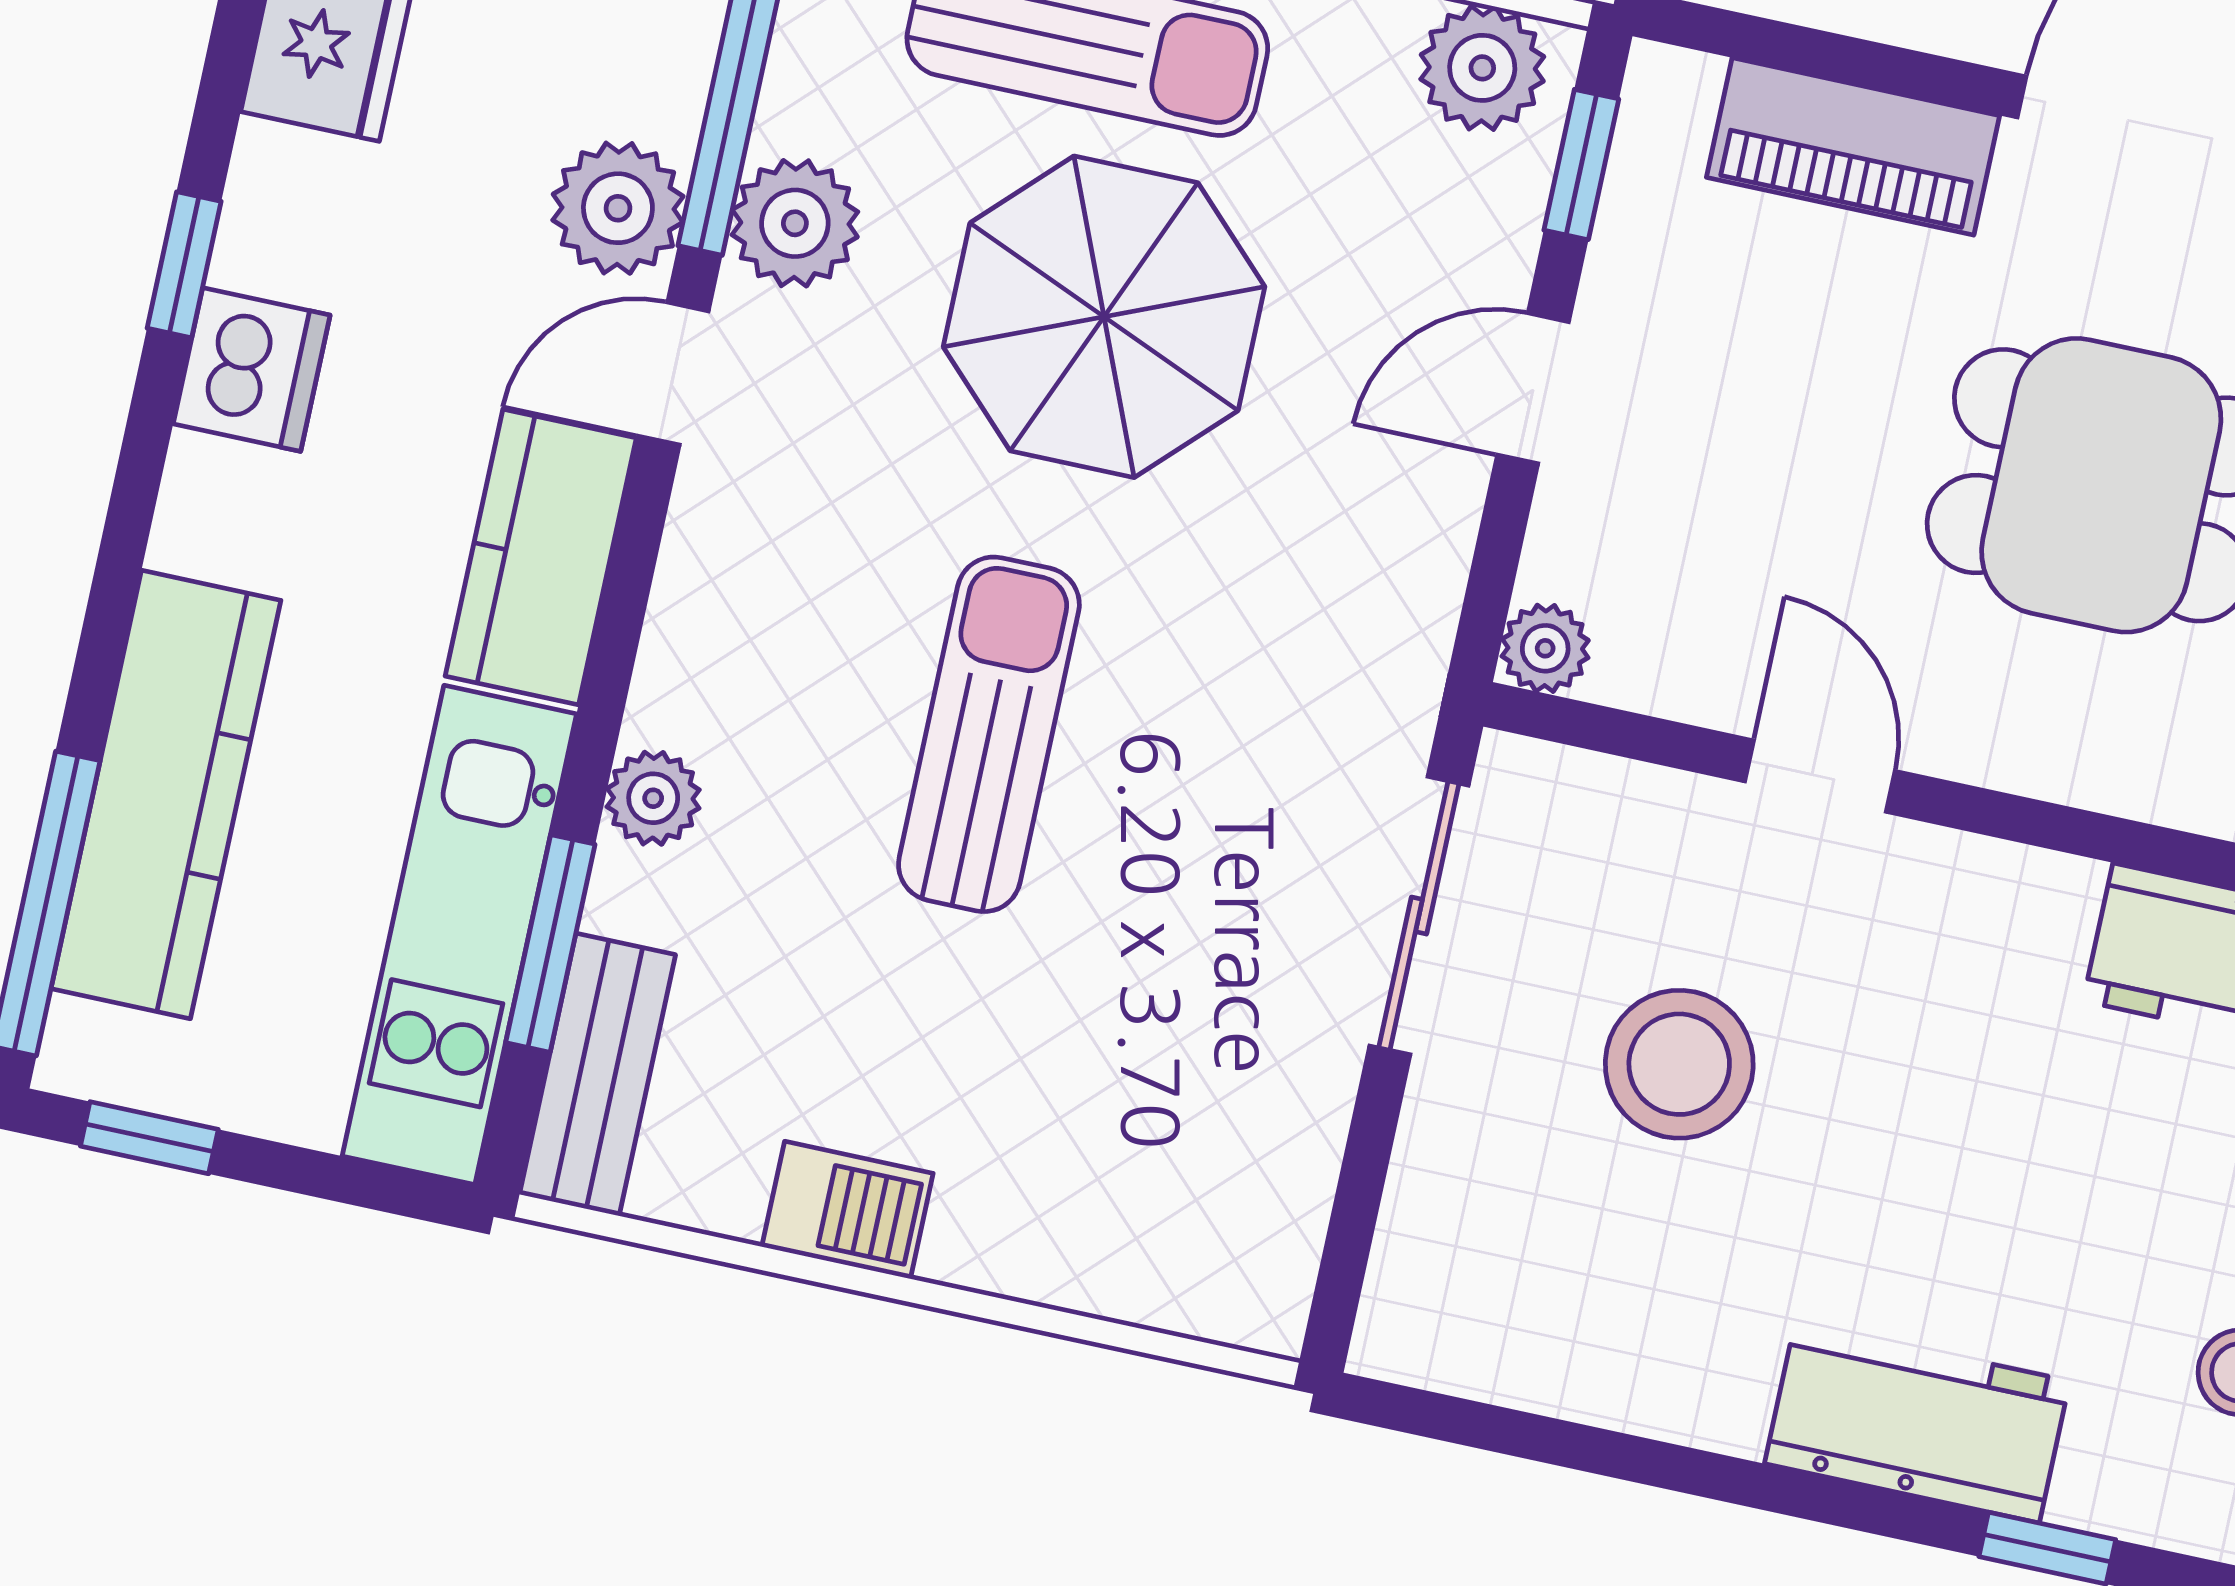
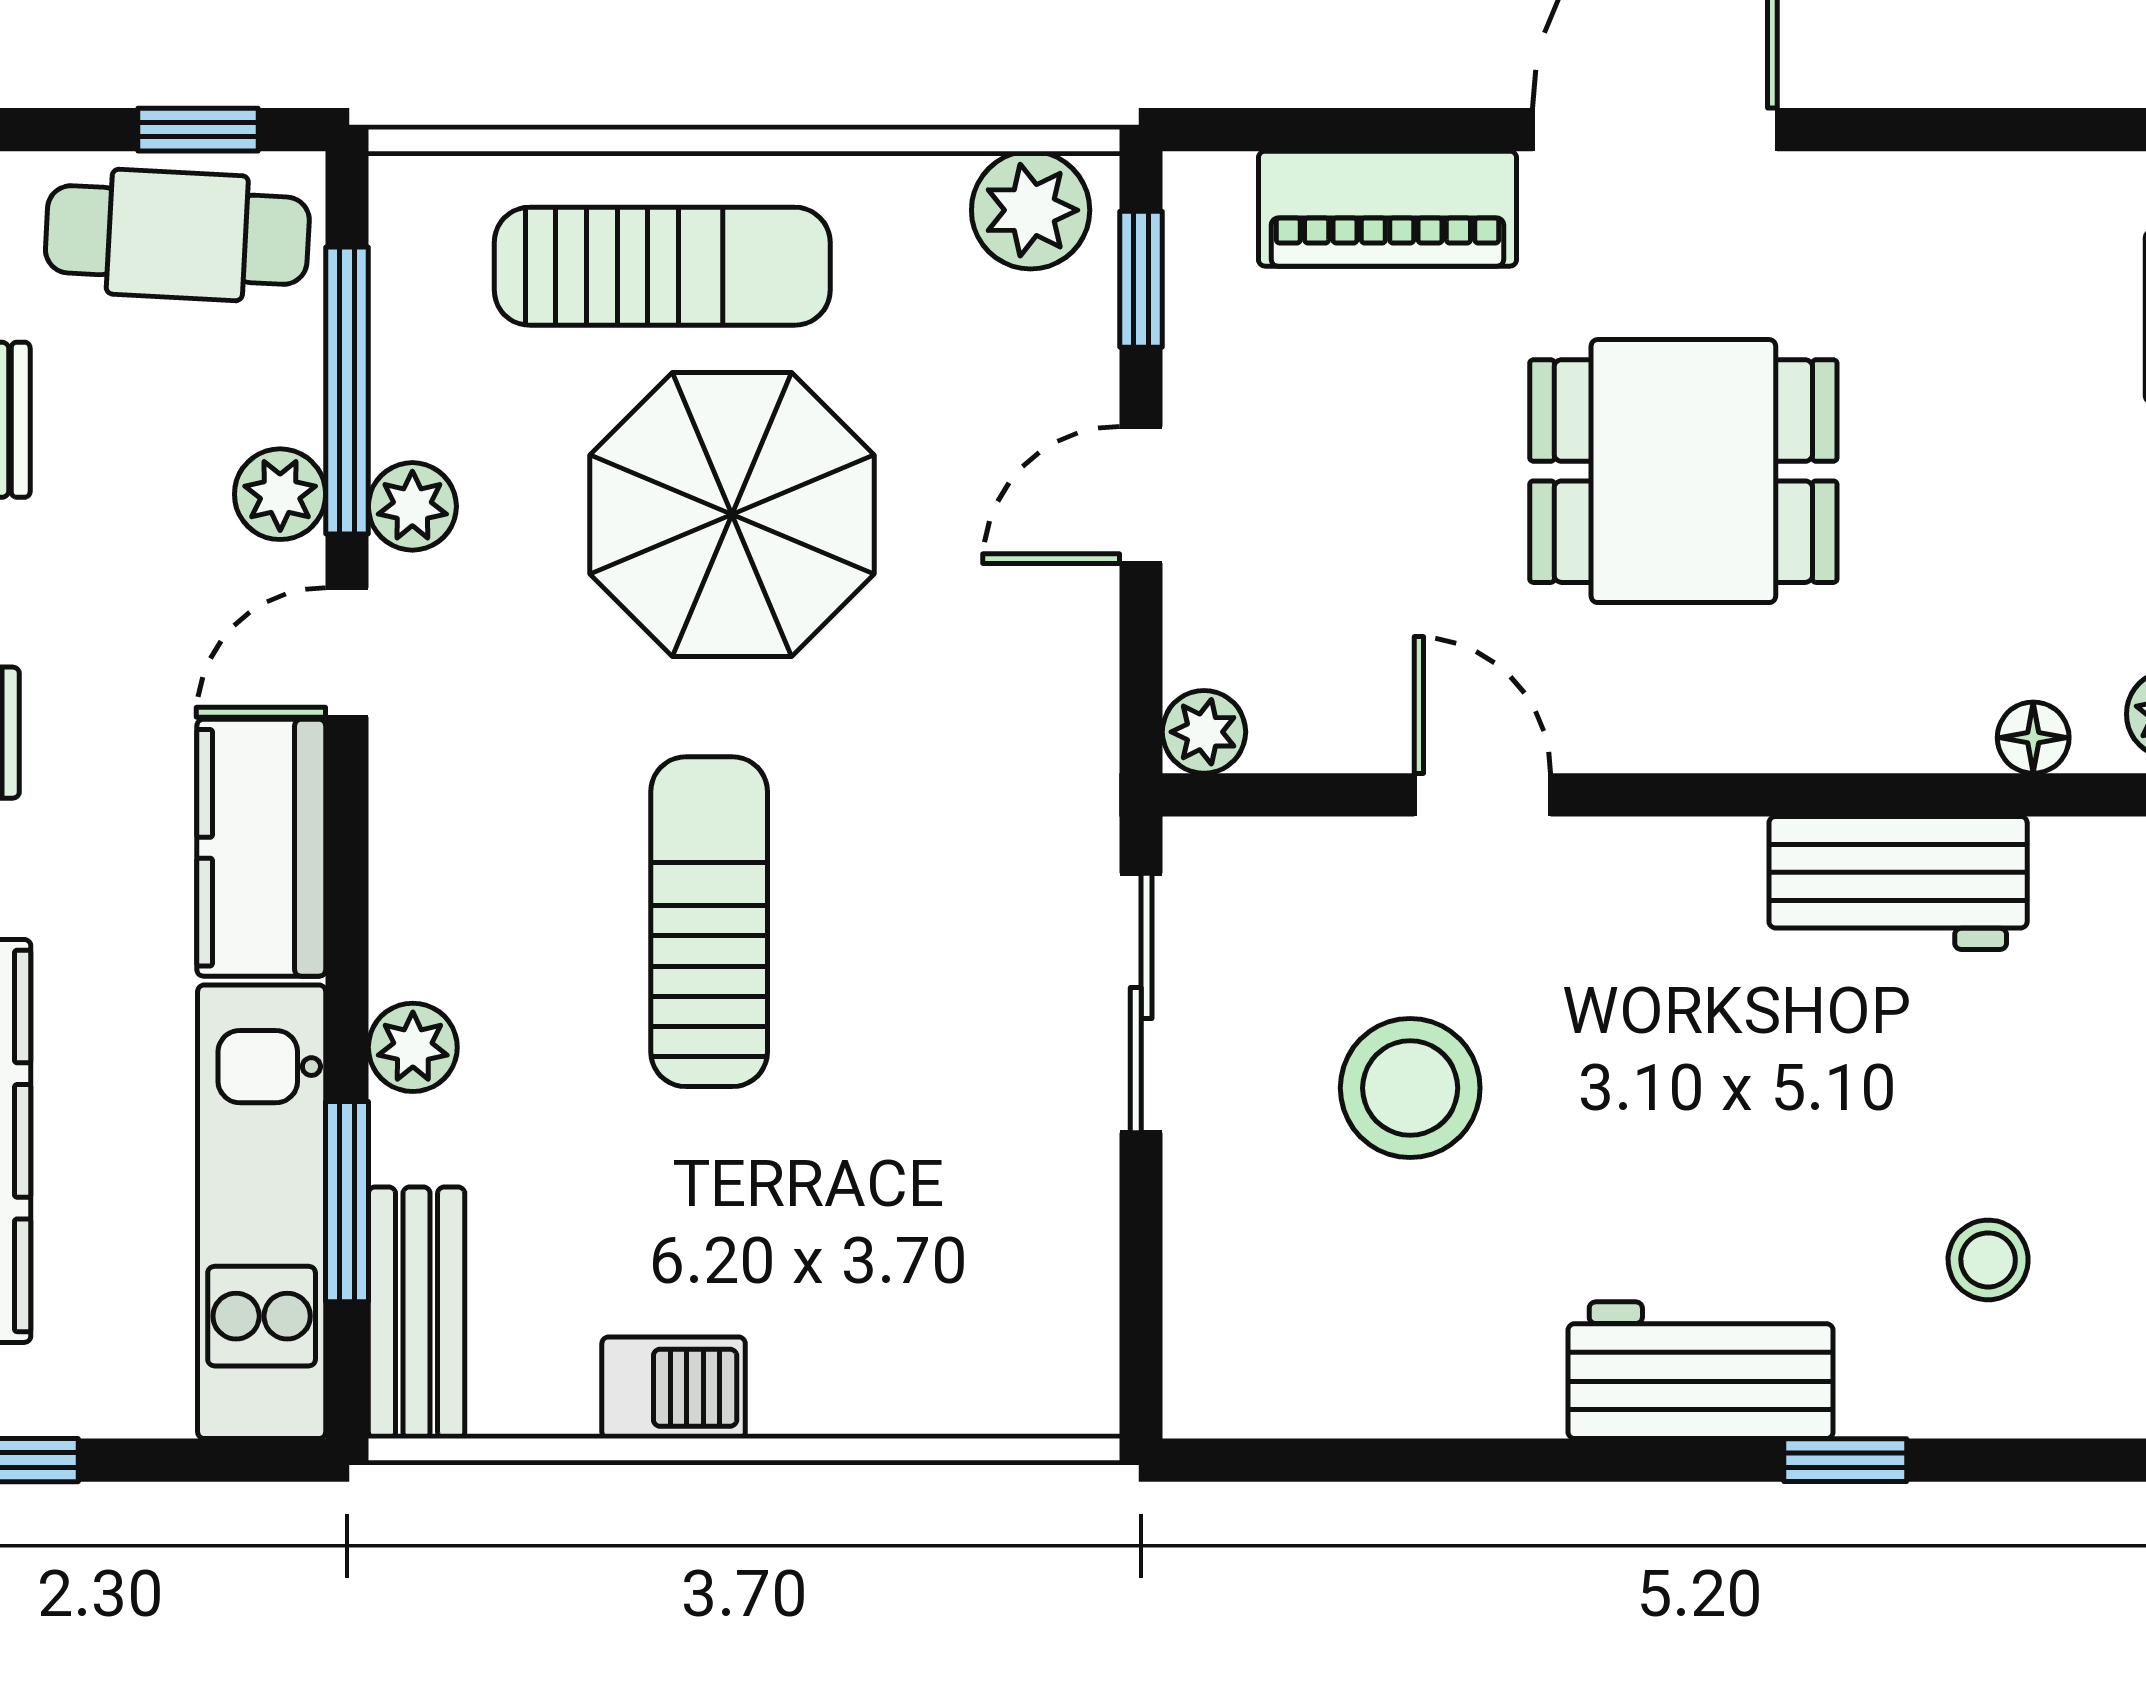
plant: (618, 208) -> (280, 494), width x0.73, depth x0.73
plant: (795, 223) -> (412, 506), width x0.73, depth x0.73

